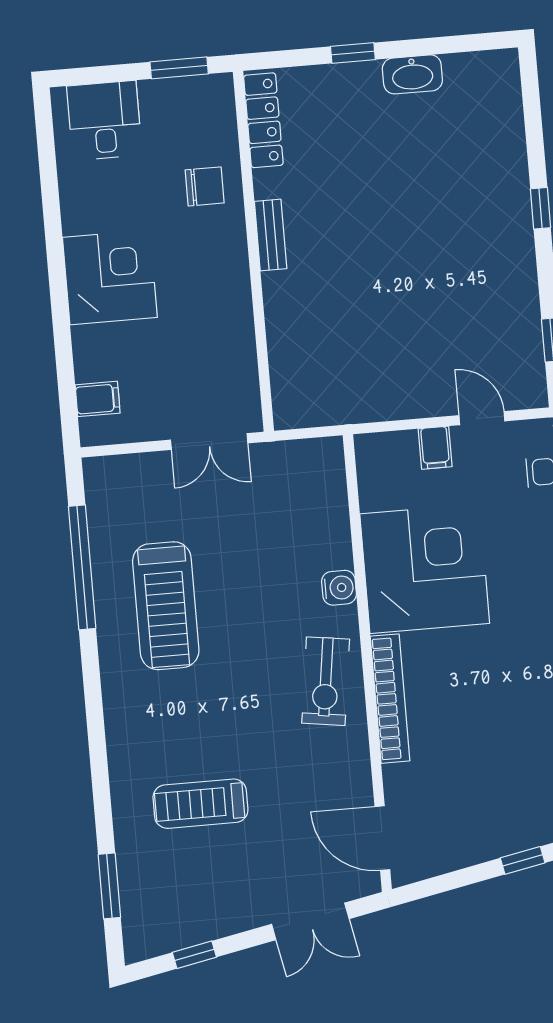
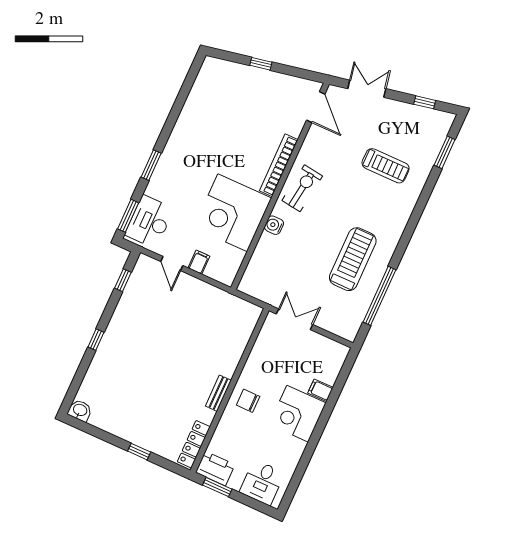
washbasin: (412, 74) -> (80, 410), moved, width x0.72
printer: (202, 99) -> (215, 468), added
chair: (205, 186) -> (248, 401), moved
filing cabinet: (98, 399) -> (321, 390), moved

